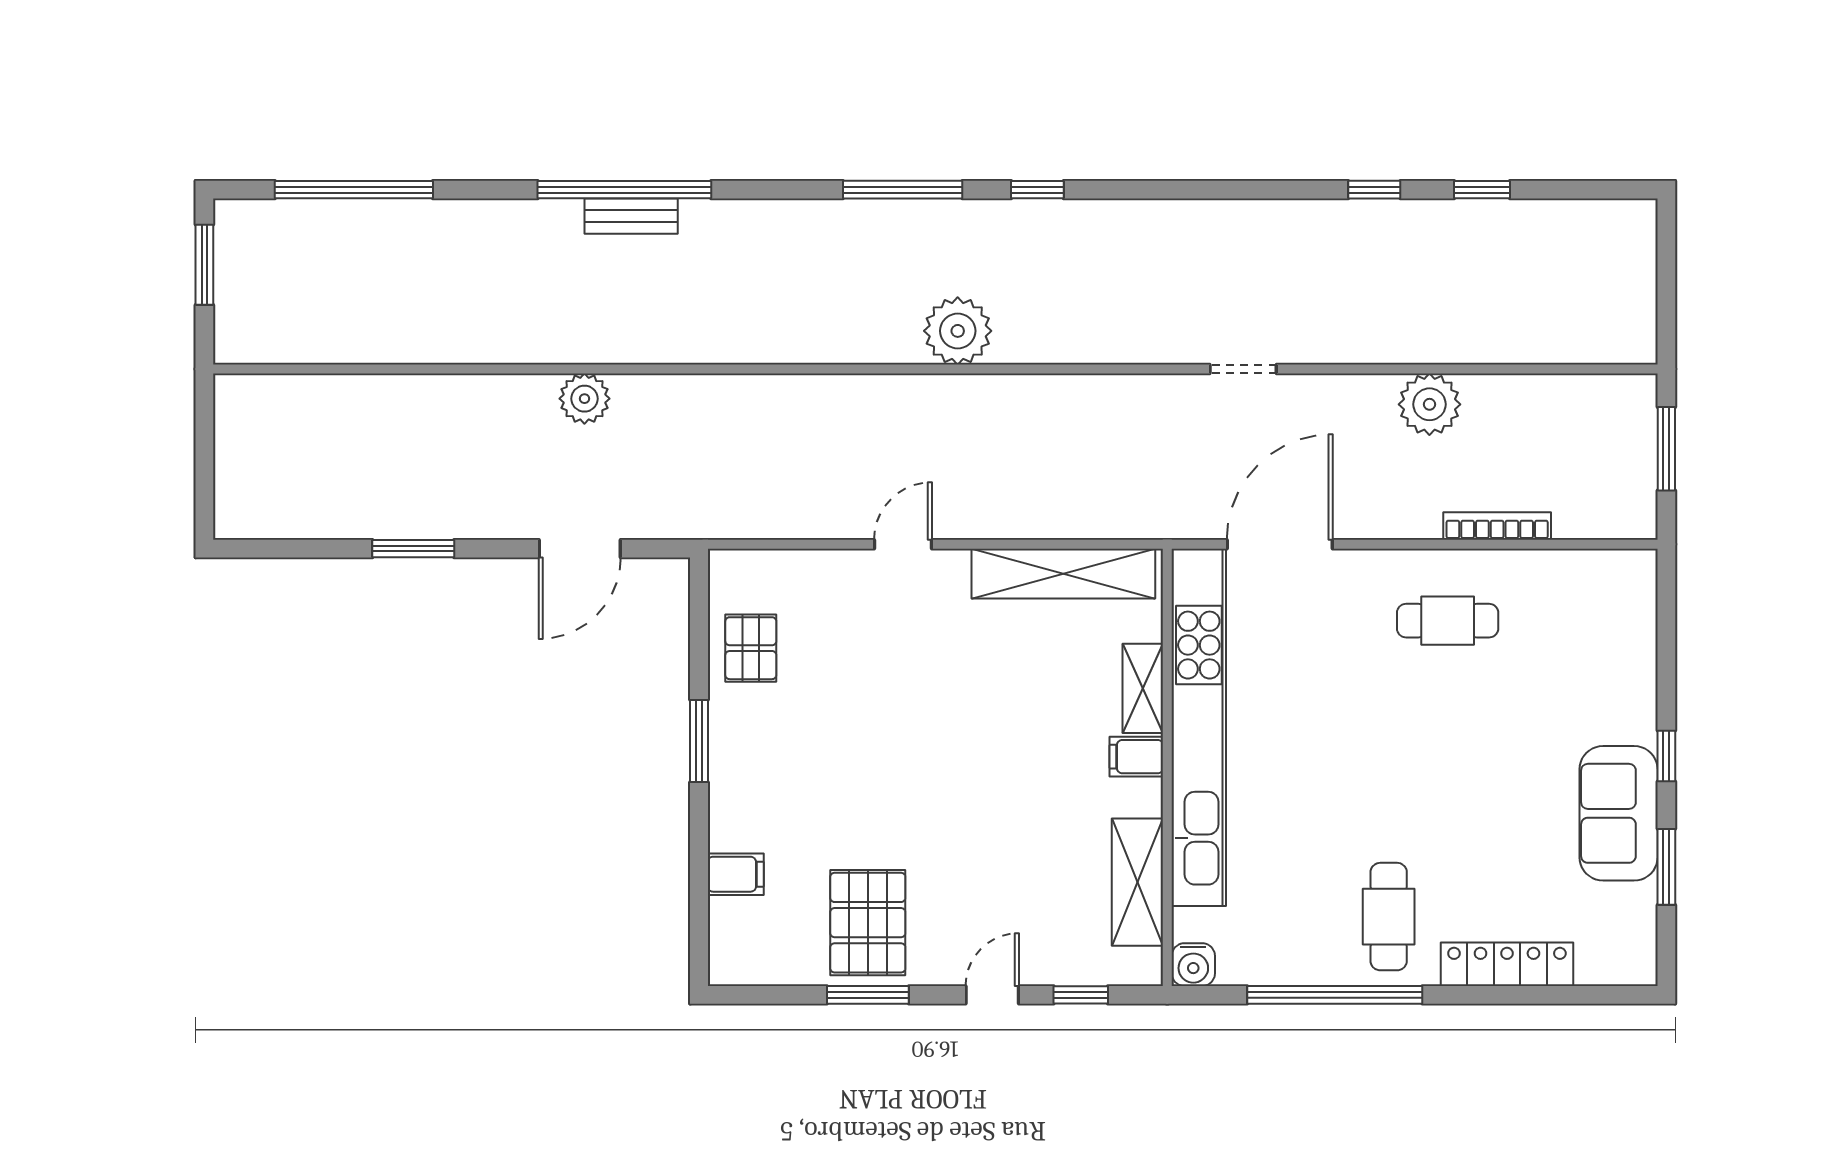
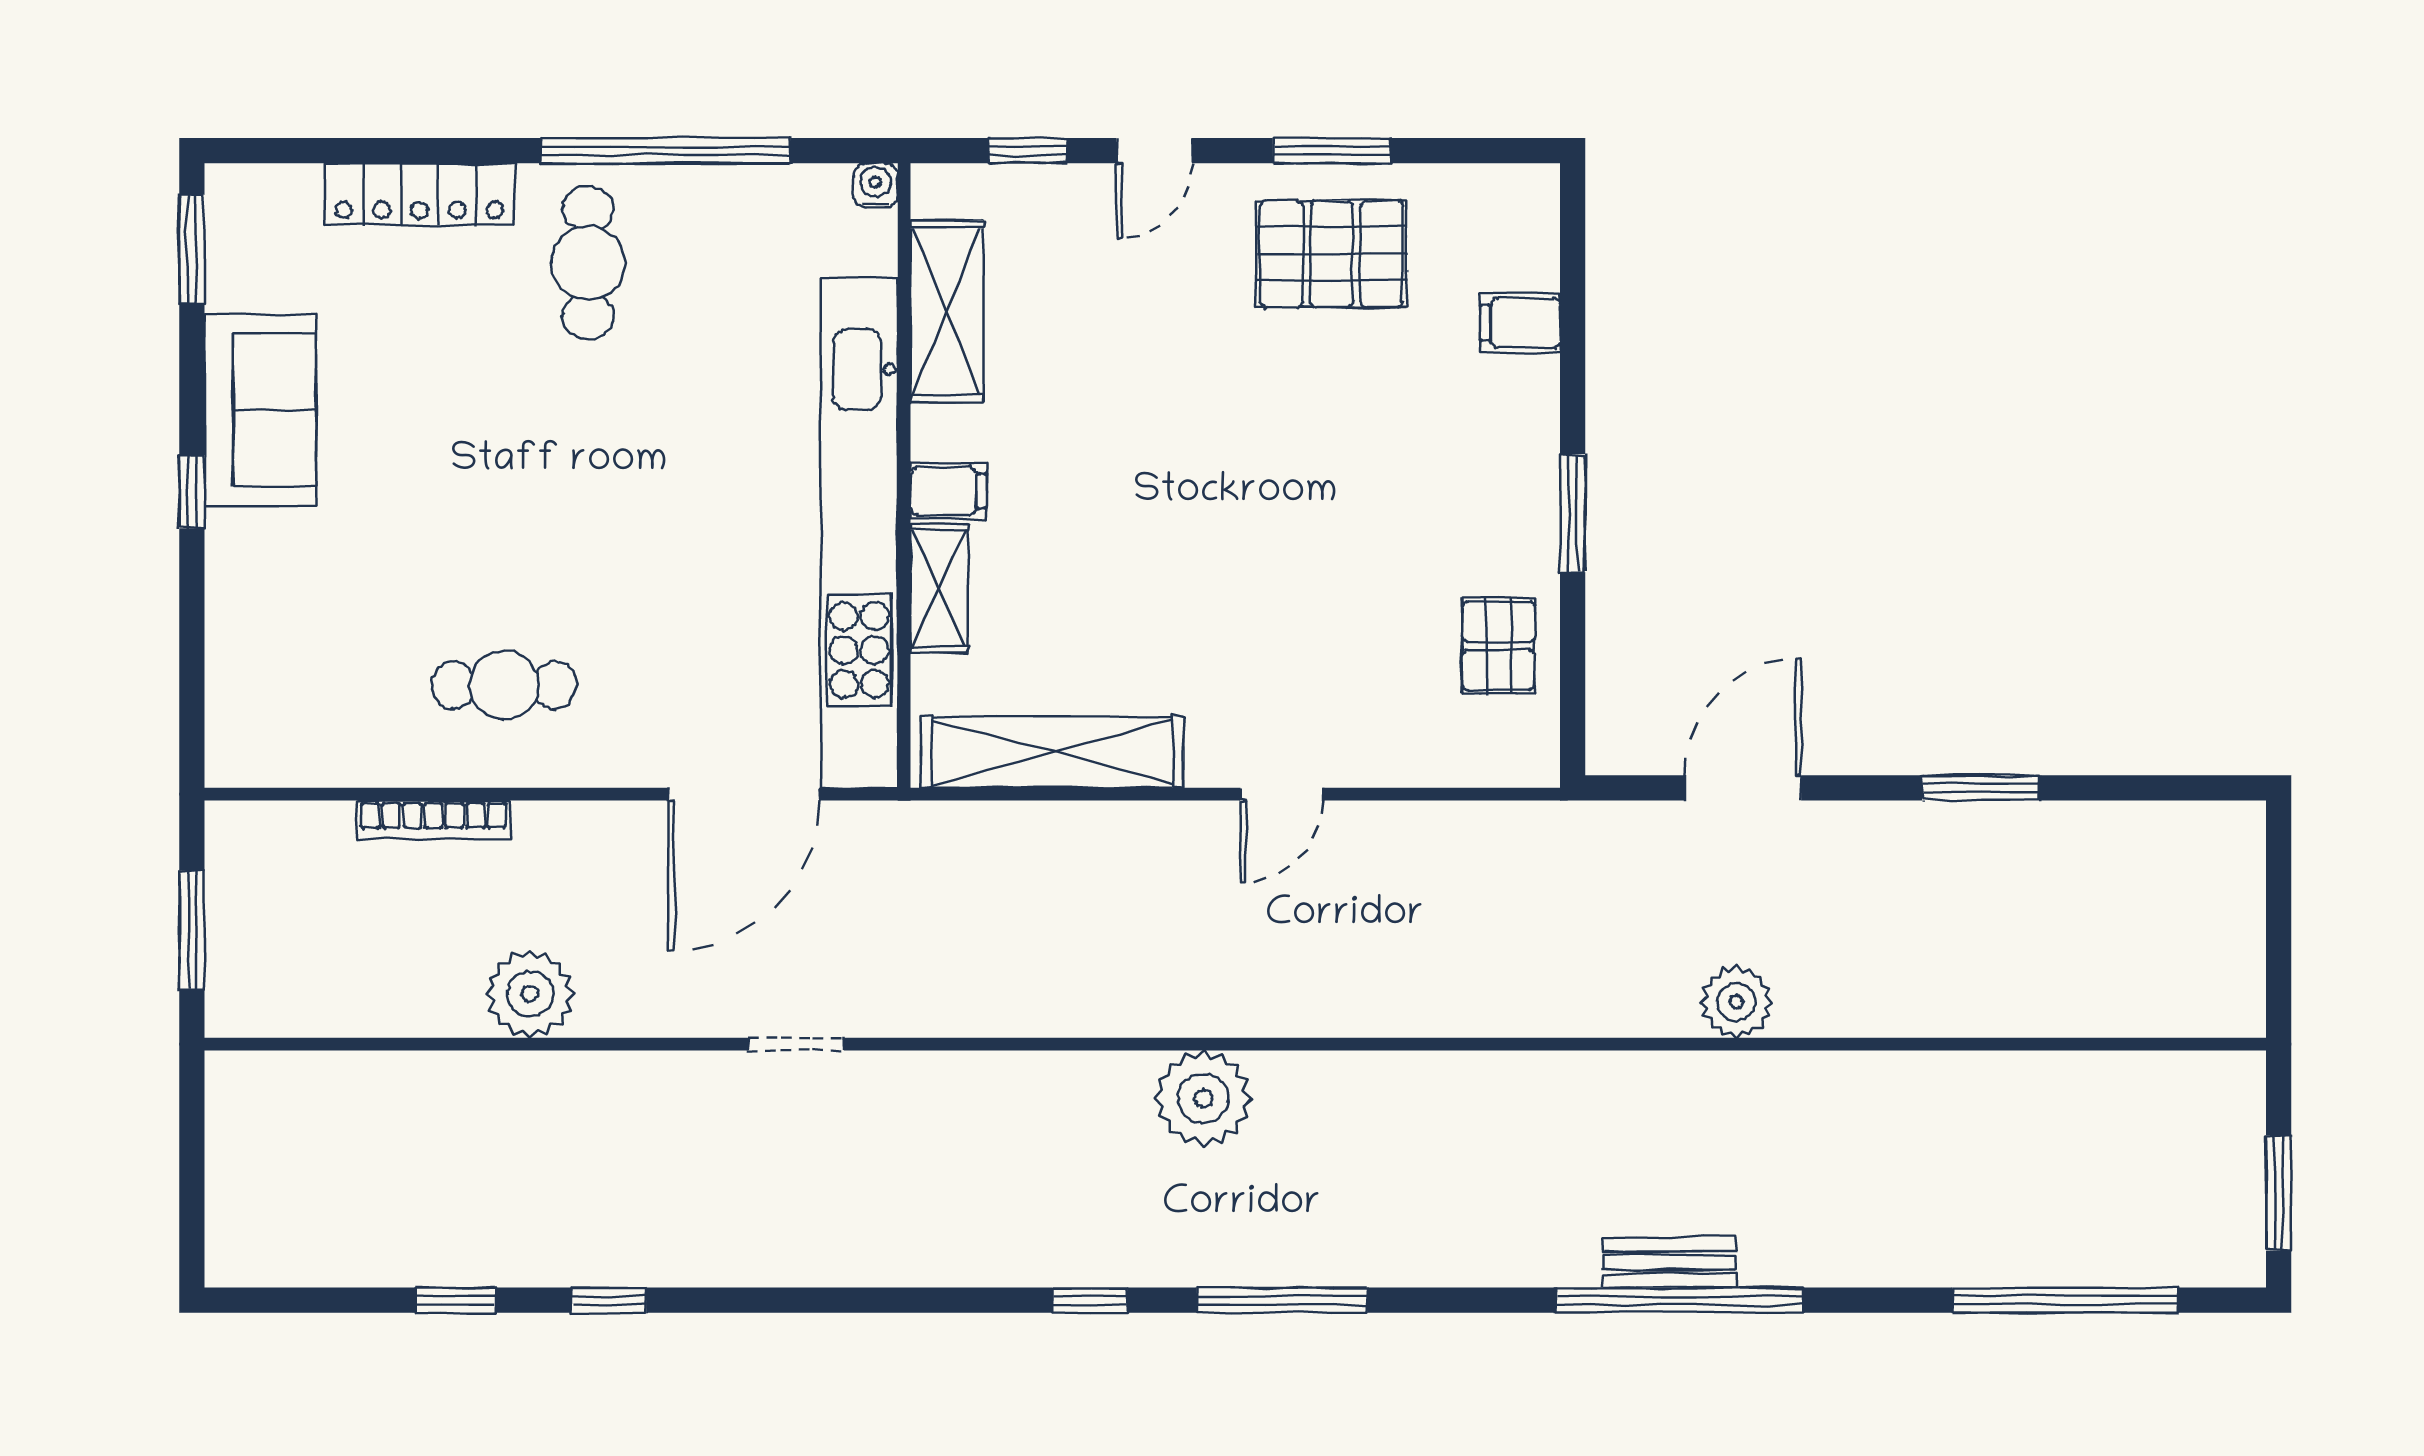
window: (1666, 867) -> (192, 249), moved
pallet: (868, 923) -> (1332, 254), turned 90
water cooler: (1193, 965) -> (876, 185), width x0.72, depth x0.72

